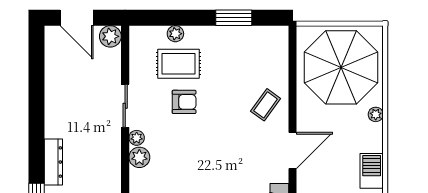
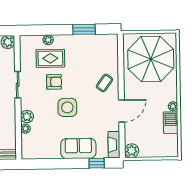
plant: (376, 114) -> (173, 106), moved
plant: (137, 138) -> (25, 129), moved
side table: (205, 144) -> (67, 107), added

